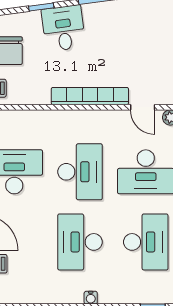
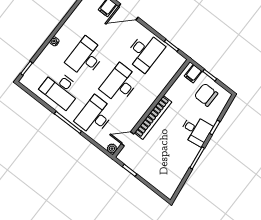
desk: (80, 172) -> (120, 84), turned 90
desk: (80, 242) -> (86, 57), turned -90

